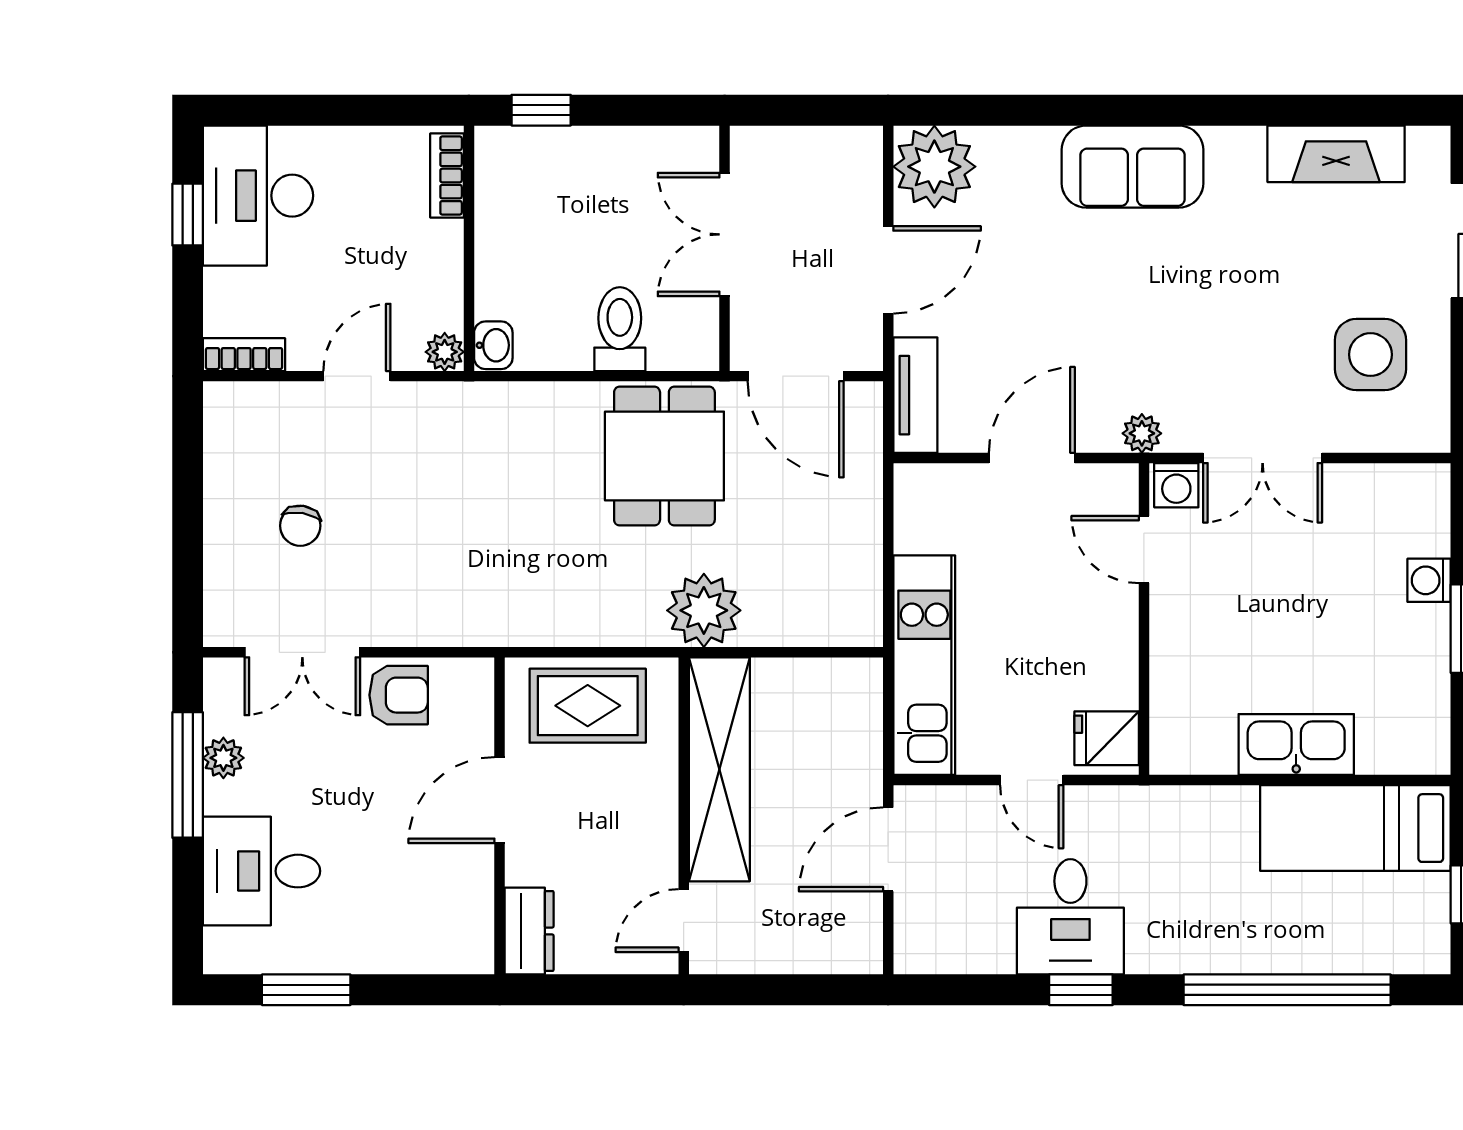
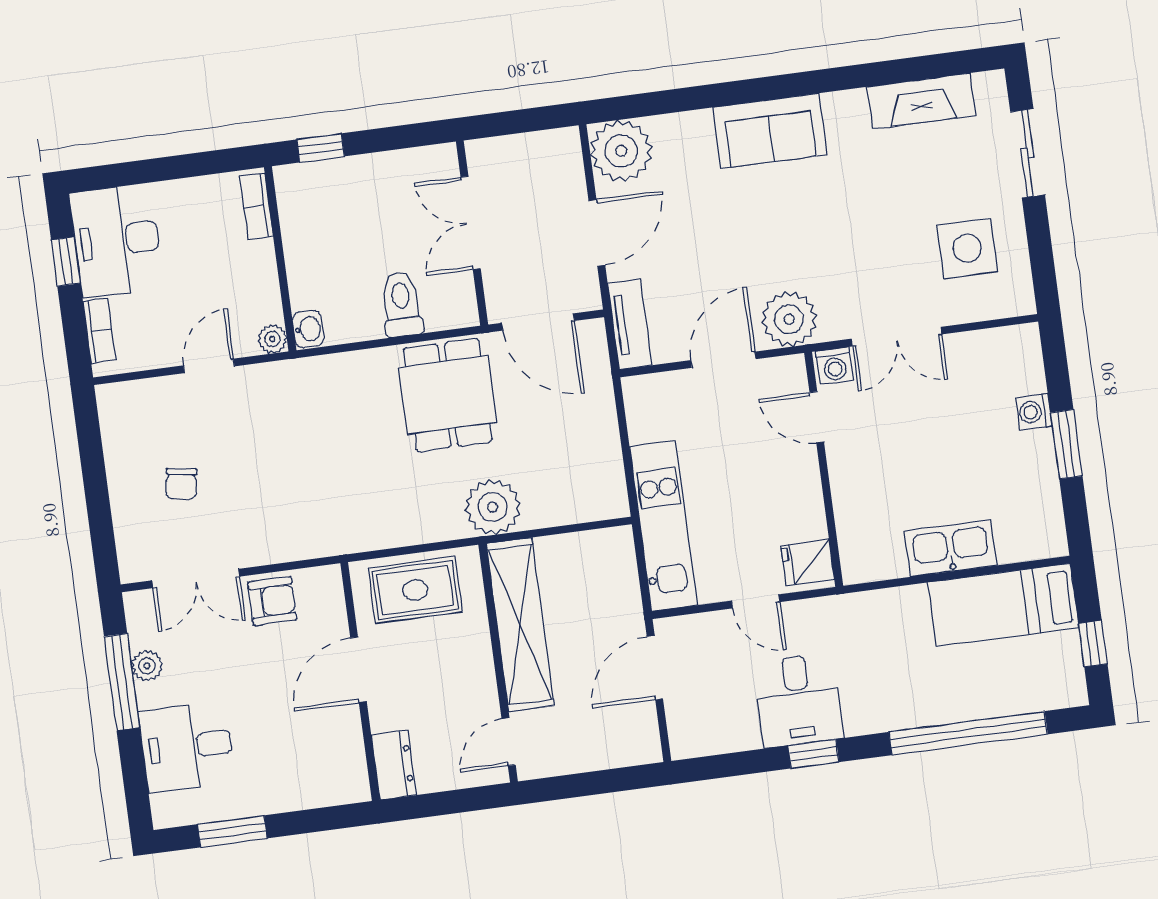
bookcase: (244, 355) -> (99, 331), moved, turned 90
plant: (1142, 433) -> (789, 319), width x1.88, depth x1.88

